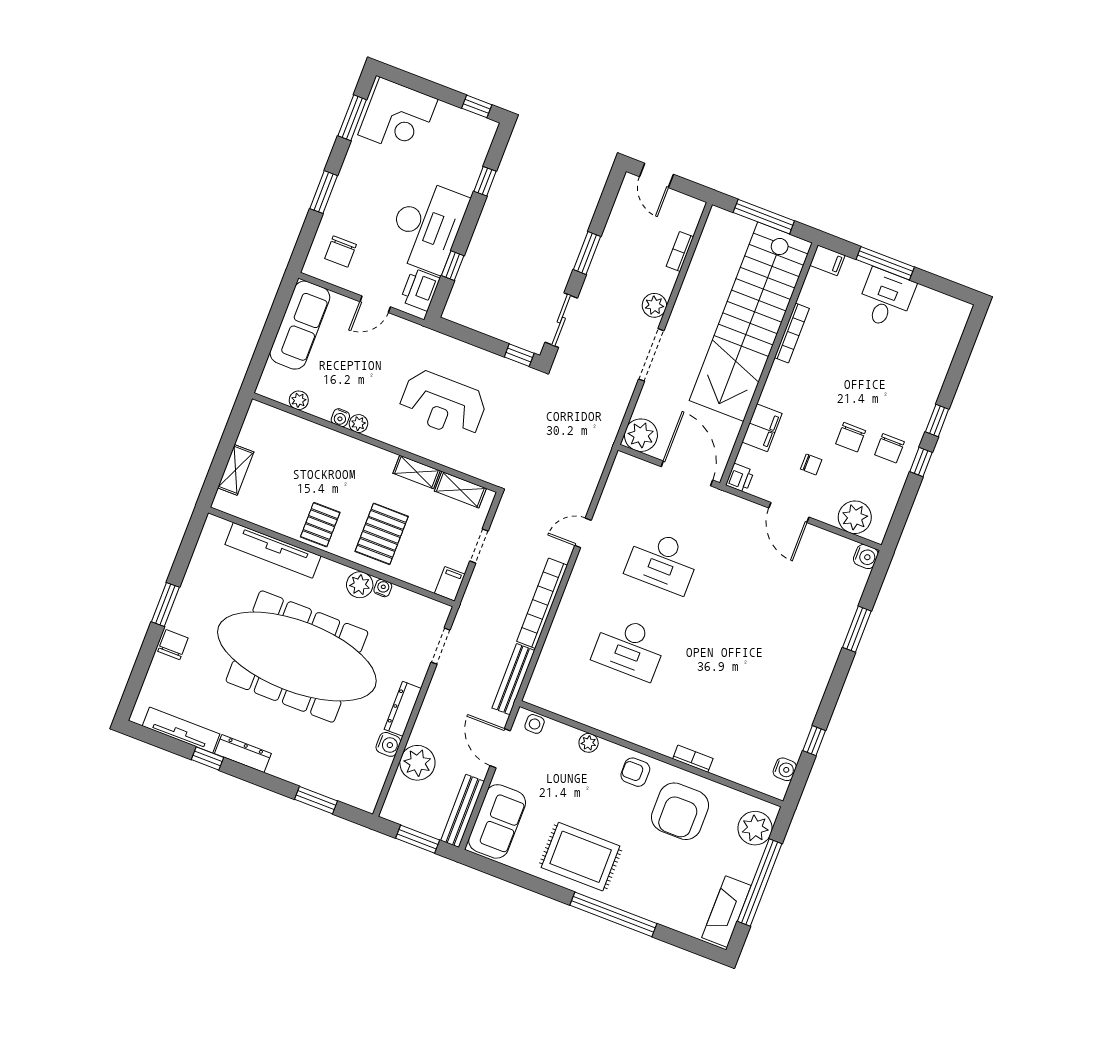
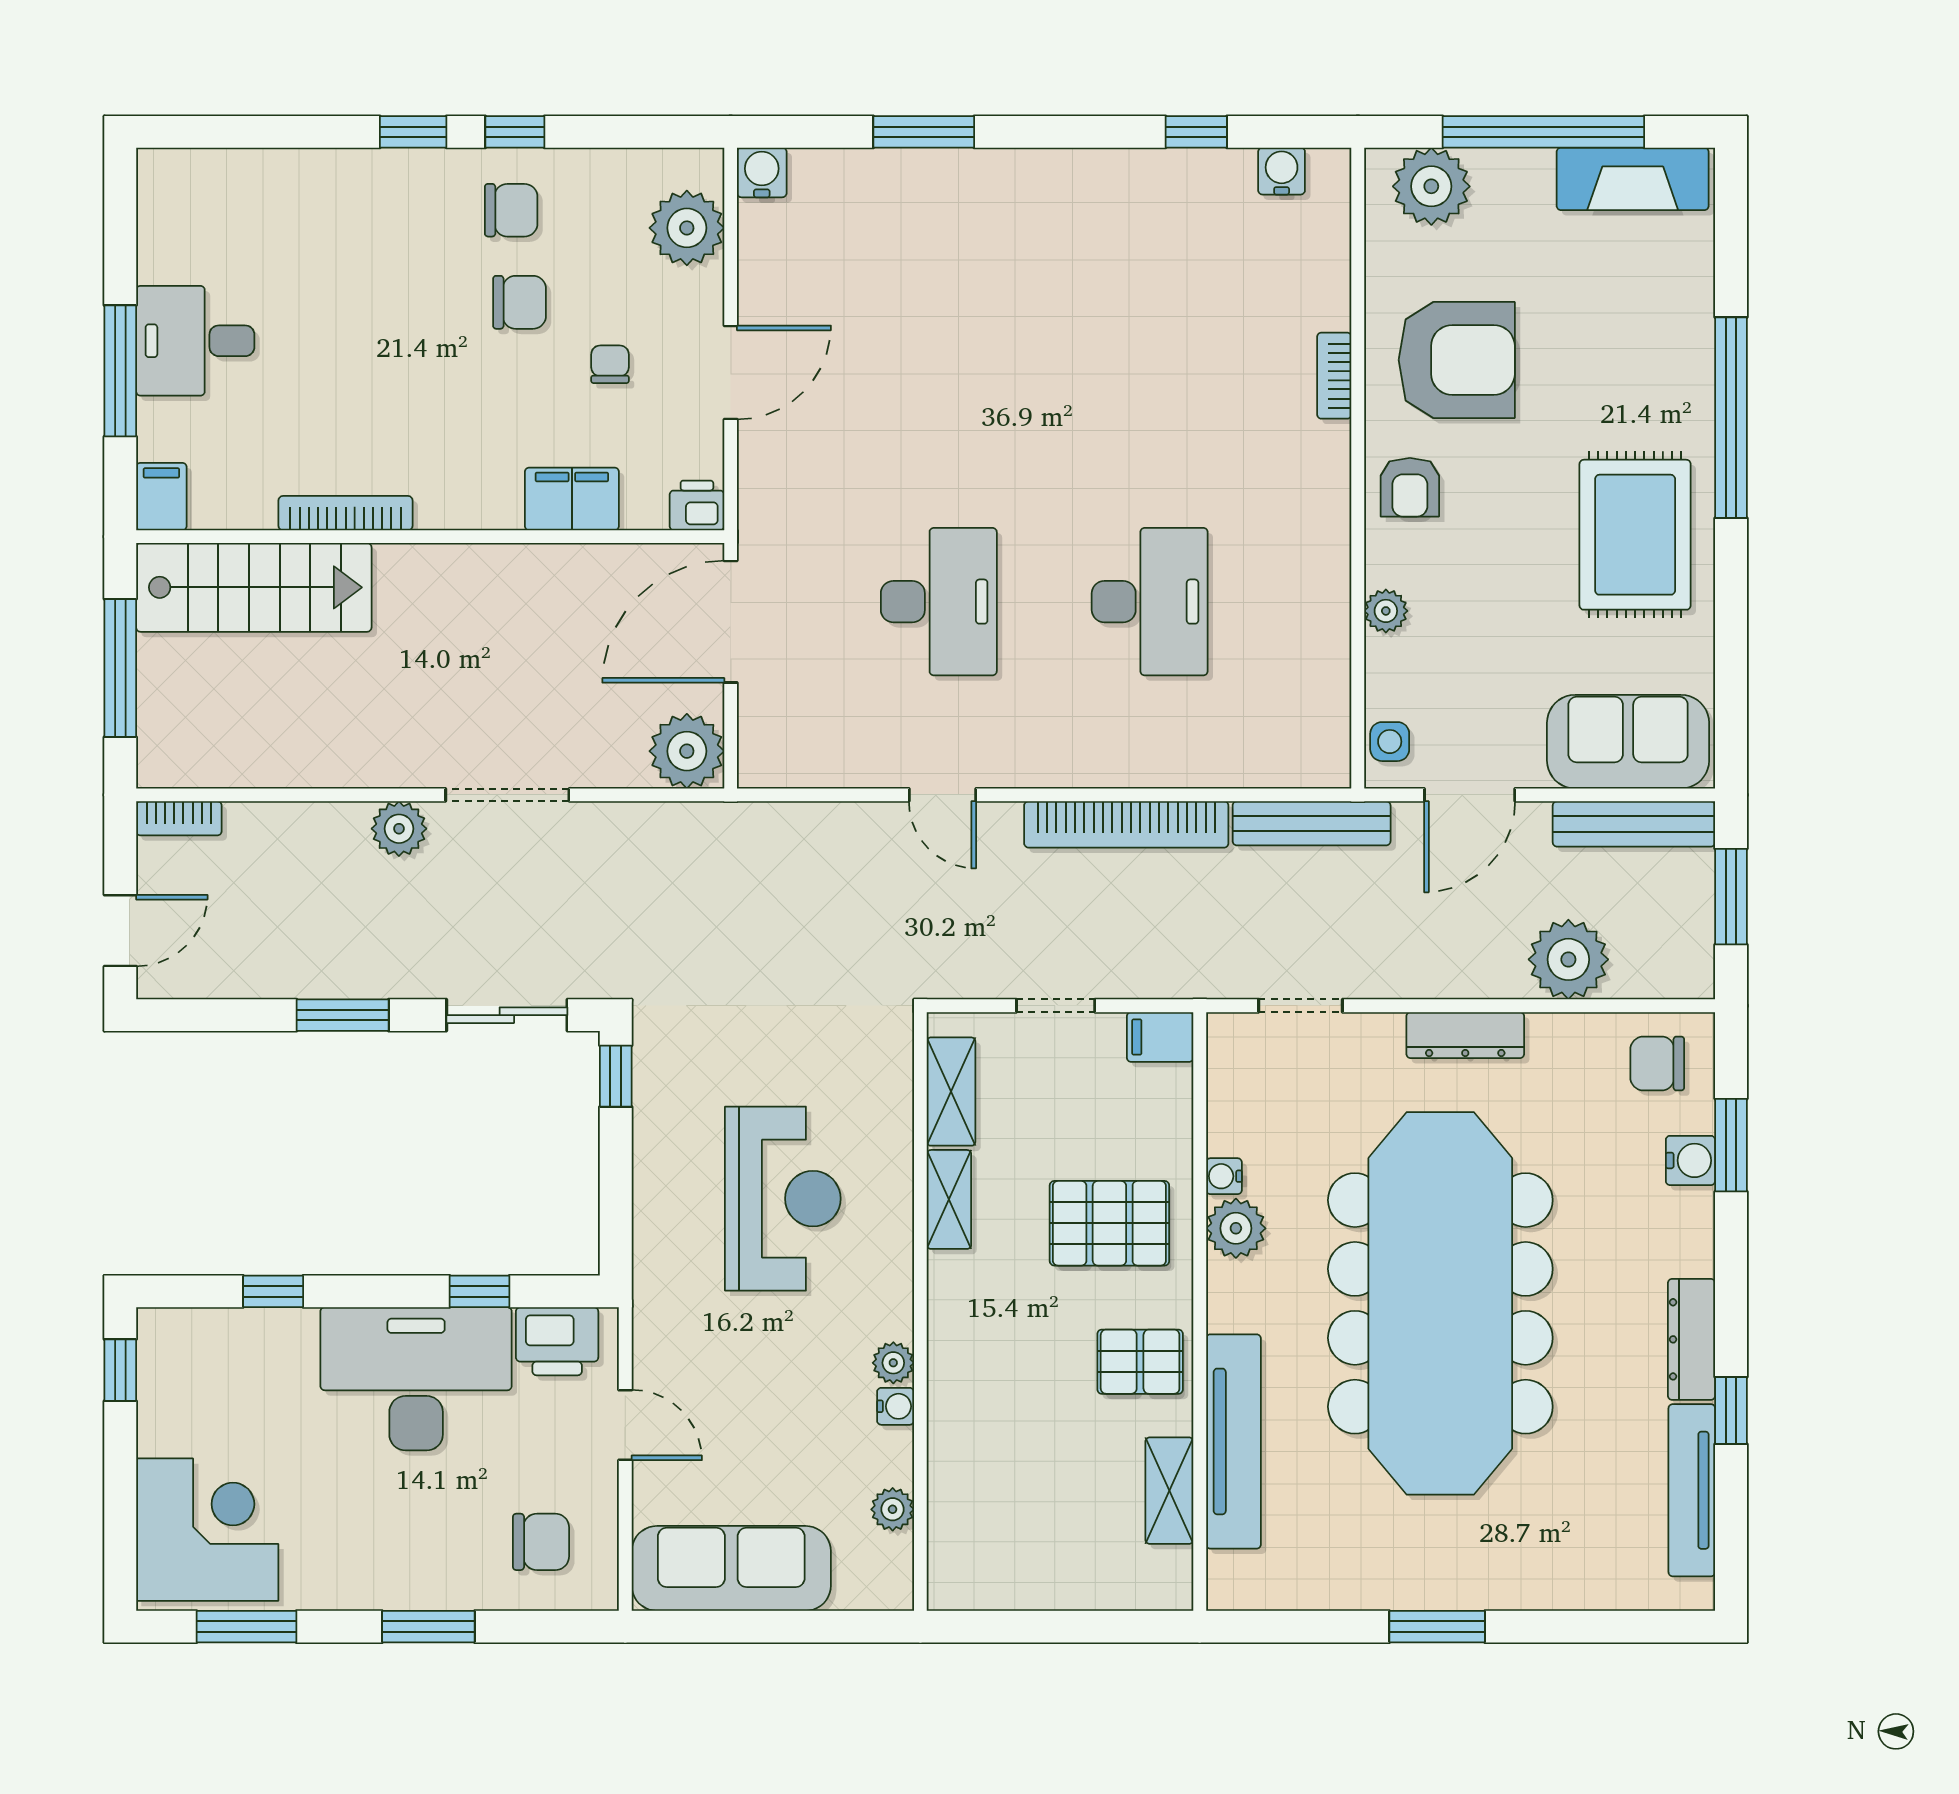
bookcase: (680, 252) -> (179, 818), moved
stairs: (751, 322) -> (254, 587), width x0.54, depth x0.66
shelving: (236, 470) -> (1169, 1491), moved, turned 90
chair: (173, 645) -> (1657, 1063), moved
water cooler: (388, 744) -> (1690, 1160), moved, turned 90

